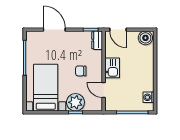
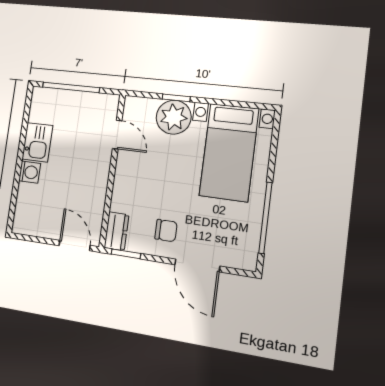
boiler: (145, 38) -> (28, 222), removed
kitchen sink: (112, 68) -> (37, 142), moved, turned 180
chair: (81, 71) -> (166, 231), moved
washing machine: (148, 97) -> (30, 172), moved

